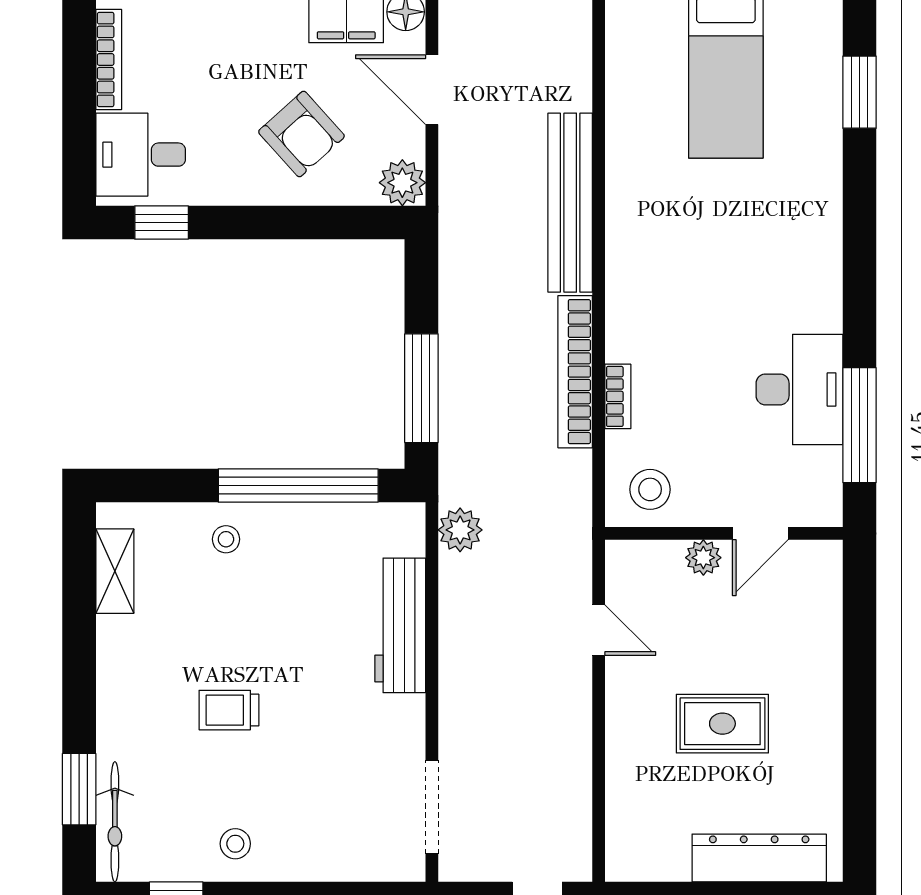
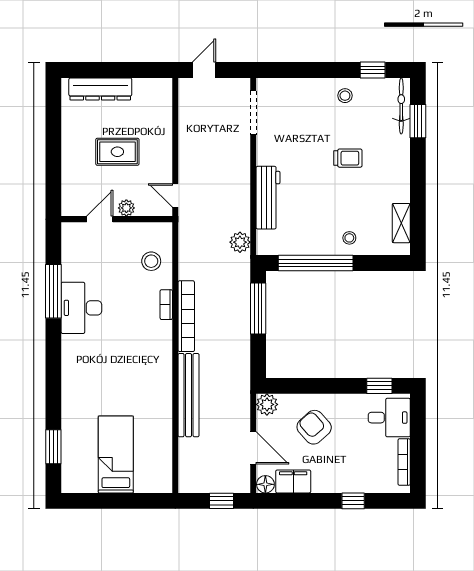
wall: (724, 533) -> (117, 219), moved
door: (760, 533) -> (100, 219), moved
plant: (703, 558) -> (126, 208), moved

